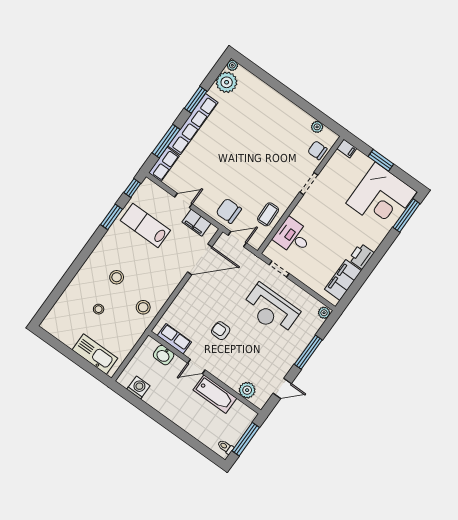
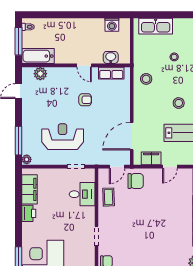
stool: (117, 277) -> (179, 103), moved
window: (308, 352) -> (18, 141), moved
door: (196, 366) -> (84, 65), swing flipped
bathtub: (215, 394) -> (38, 56), moved

